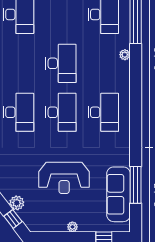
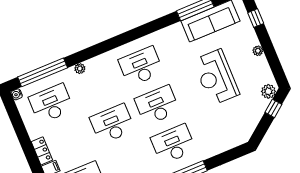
reception desk: (64, 178) -> (216, 77), turned 180
plant: (17, 203) -> (268, 91), moved

